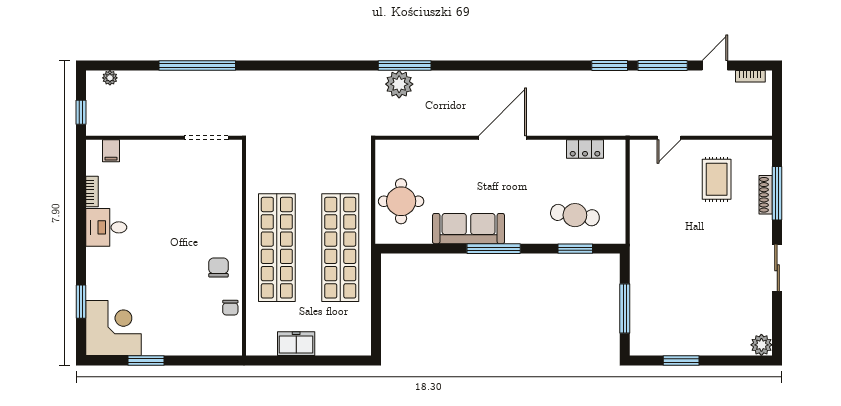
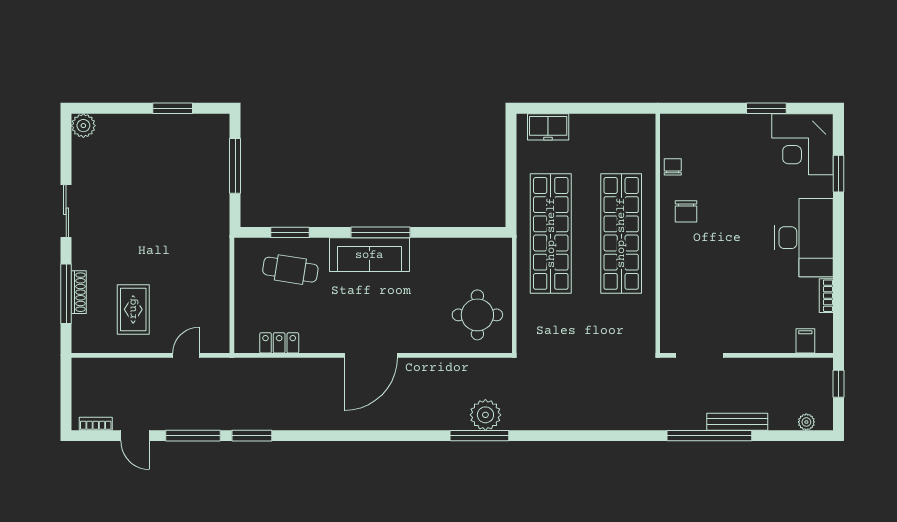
door: (715, 65) -> (135, 436), hinge flipped
bench: (172, 78) -> (737, 422), added
round table: (401, 201) -> (477, 315), moved
desk: (106, 227) -> (804, 238), width x1.87, depth x1.30
sofa: (469, 229) -> (369, 255), moved
freezer: (296, 344) -> (548, 127), moved

